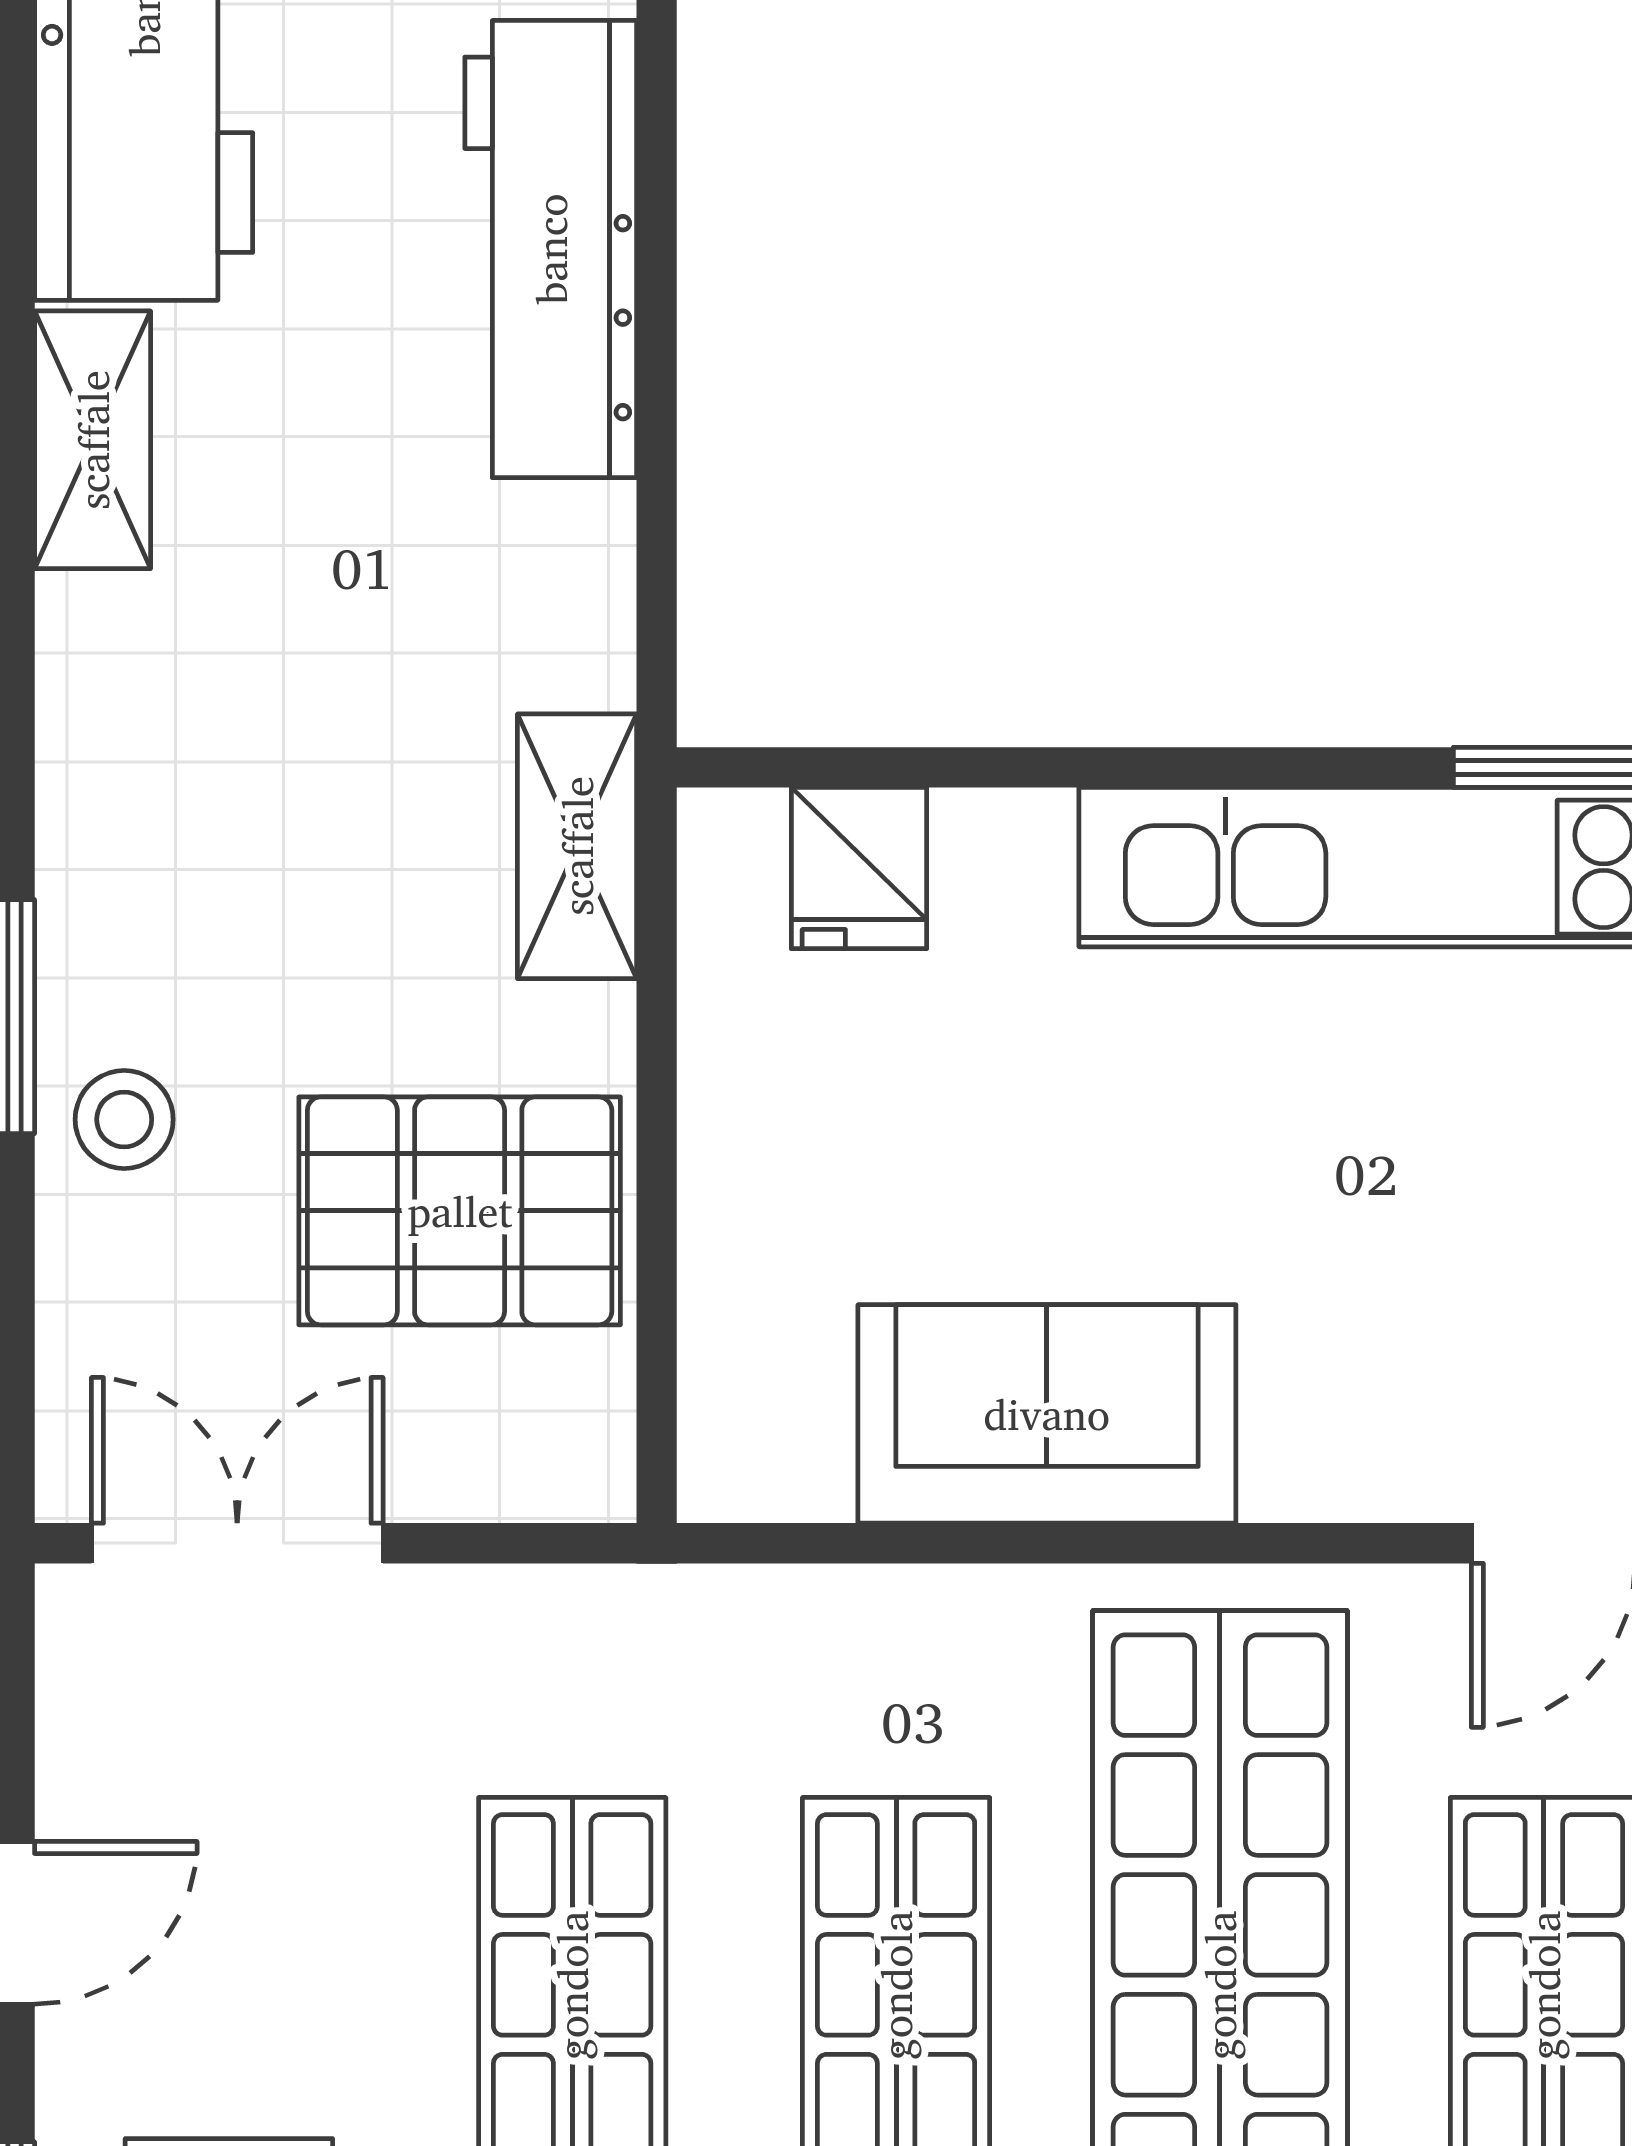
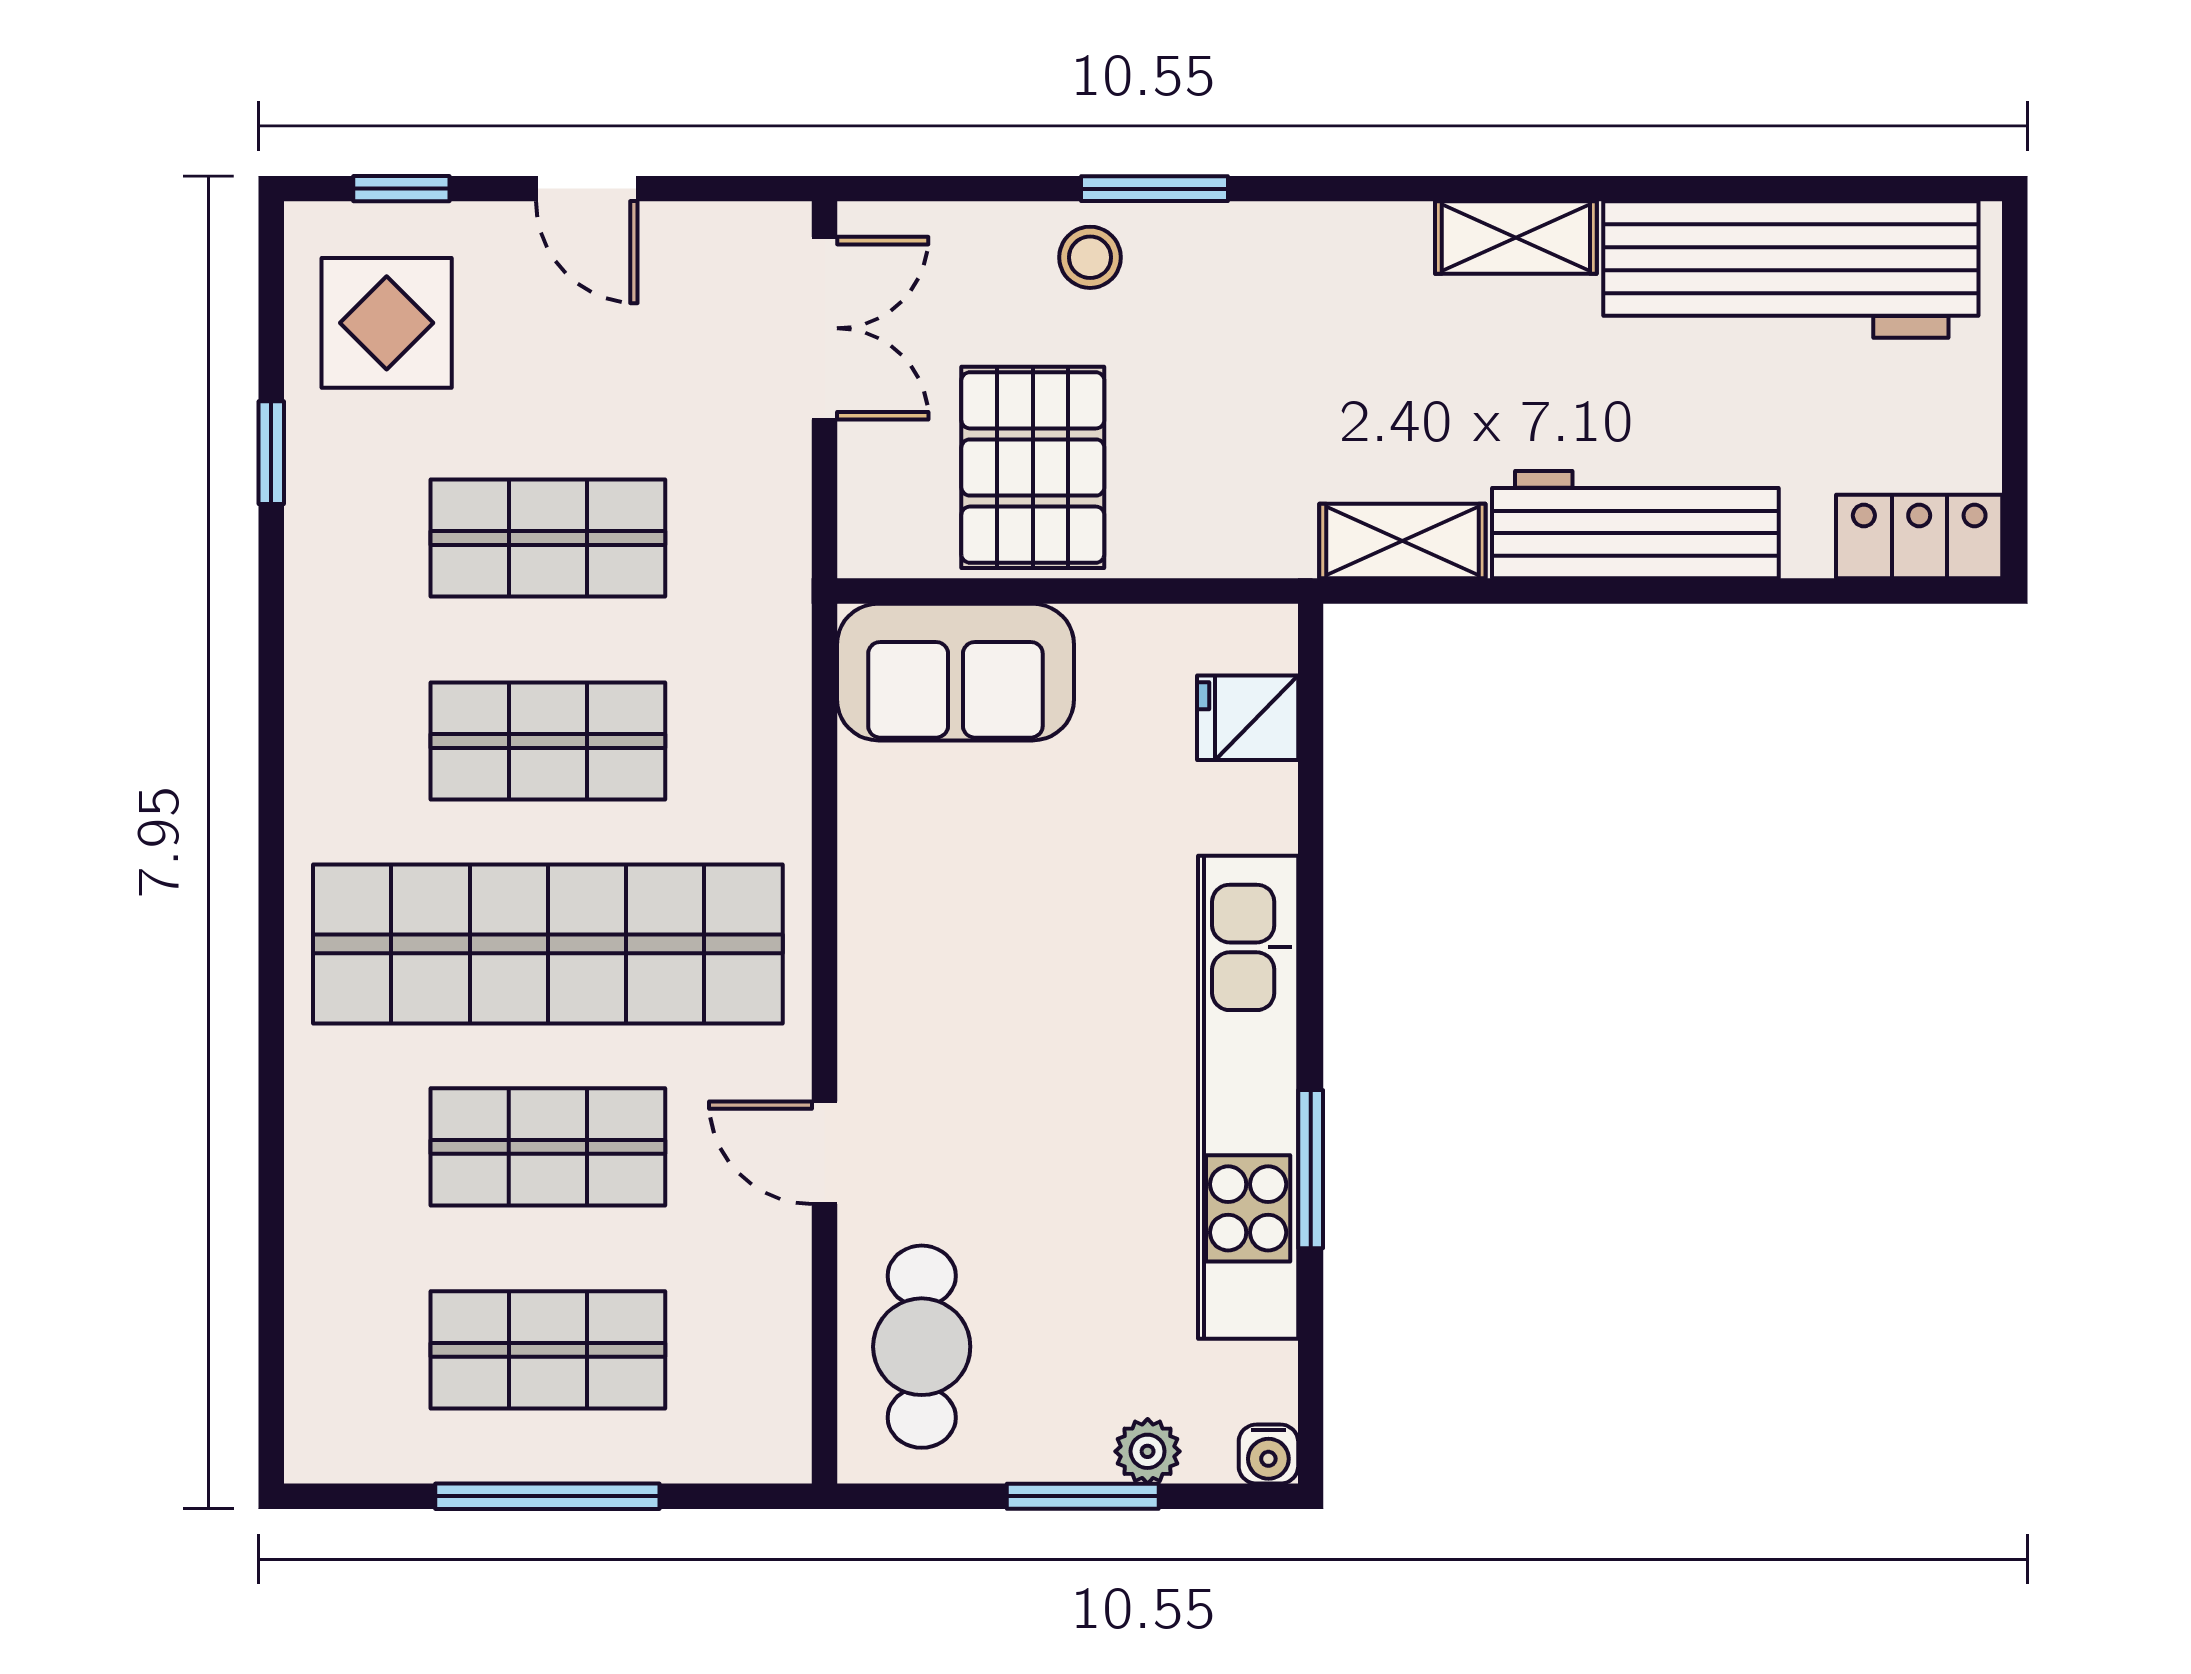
shelving: (577, 846) -> (1402, 541), moved
sofa: (1047, 1414) -> (955, 672), moved, turned 90

